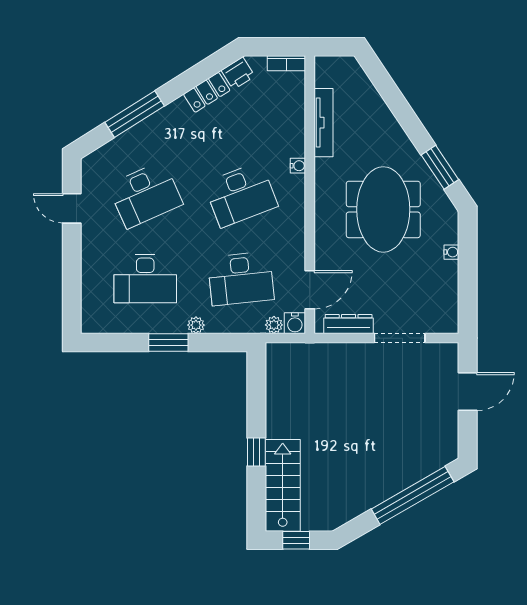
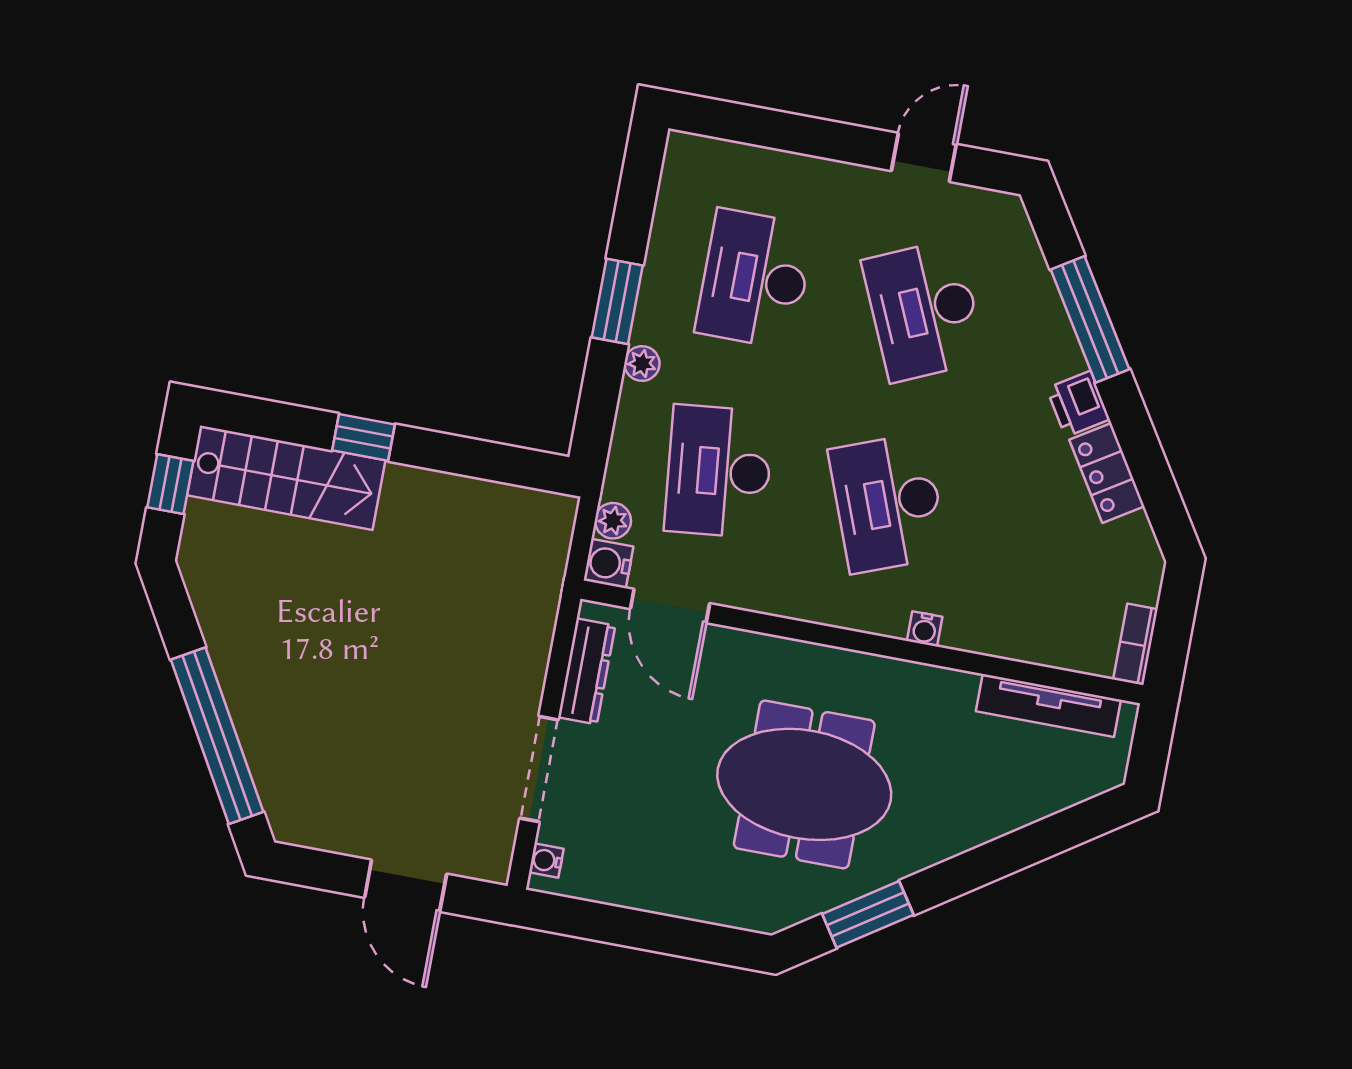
printer: (238, 73) -> (1078, 404), moved
tv unit: (323, 123) -> (1048, 705), moved
water cooler: (451, 252) -> (546, 861), moved, turned 90

